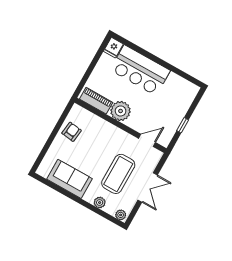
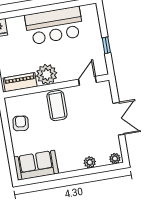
bar counter: (140, 70) -> (54, 25), moved
coffee table: (118, 174) -> (57, 106), moved, width x0.73, depth x0.76
sofa: (70, 179) -> (36, 165), moved

